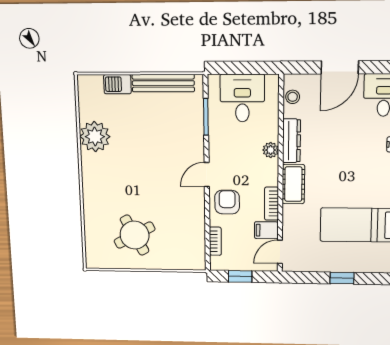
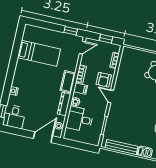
door: (340, 67) -> (43, 137), moved
desk: (242, 98) -> (80, 119), moved, turned 90
door: (207, 175) -> (111, 96), swing flipped
filing cabinet: (266, 230) -> (81, 89), moved
window: (342, 278) -> (71, 31), moved

